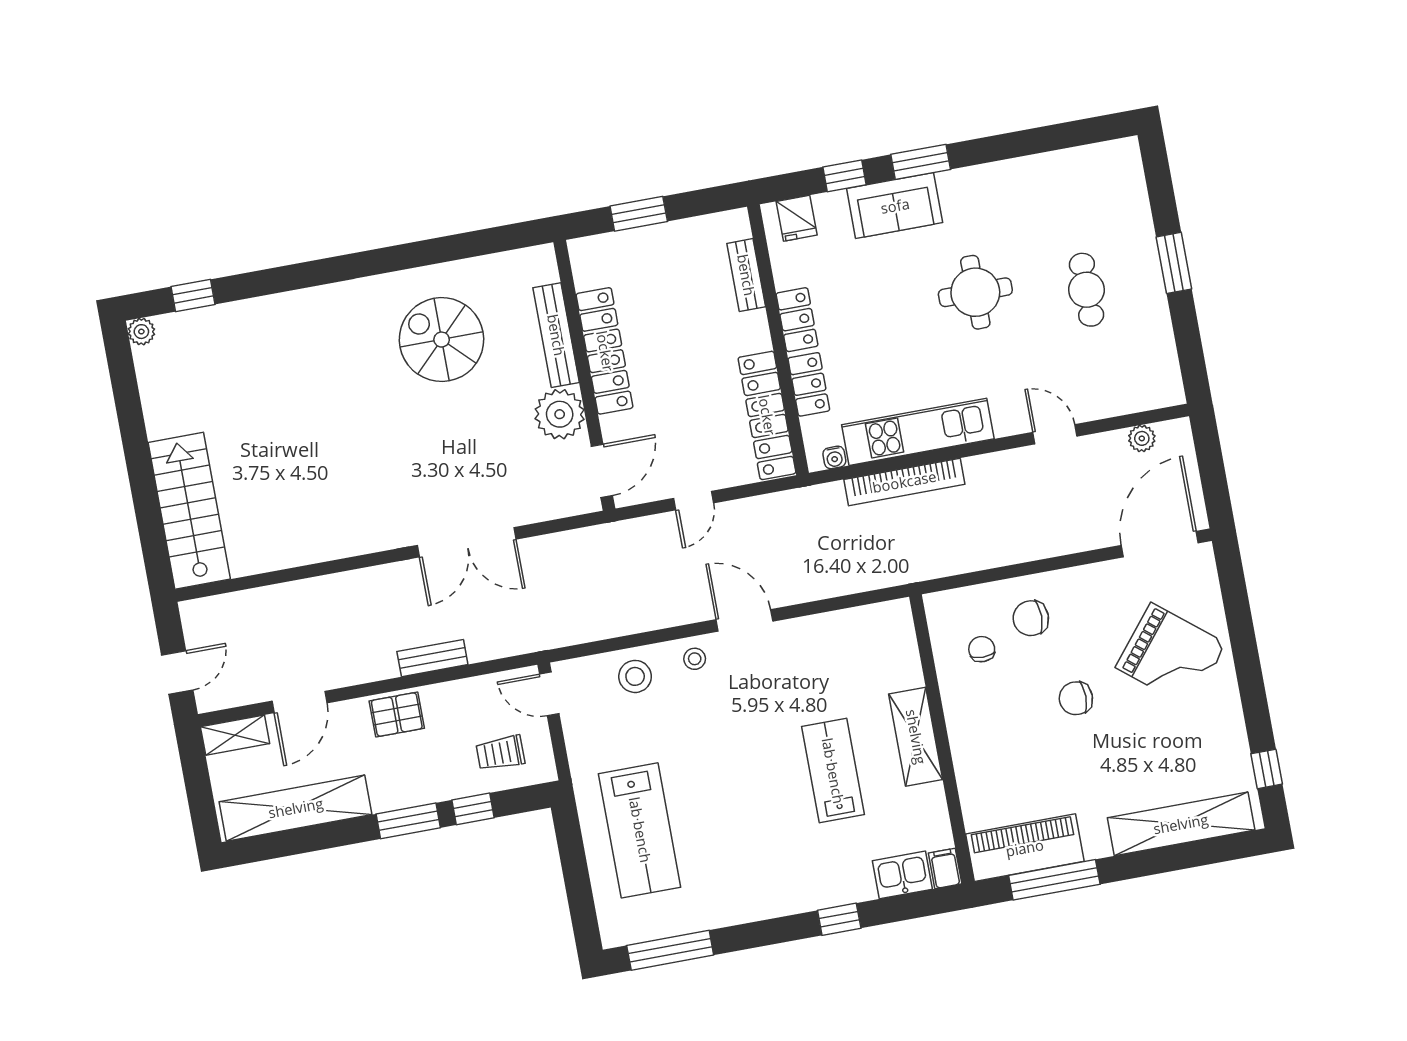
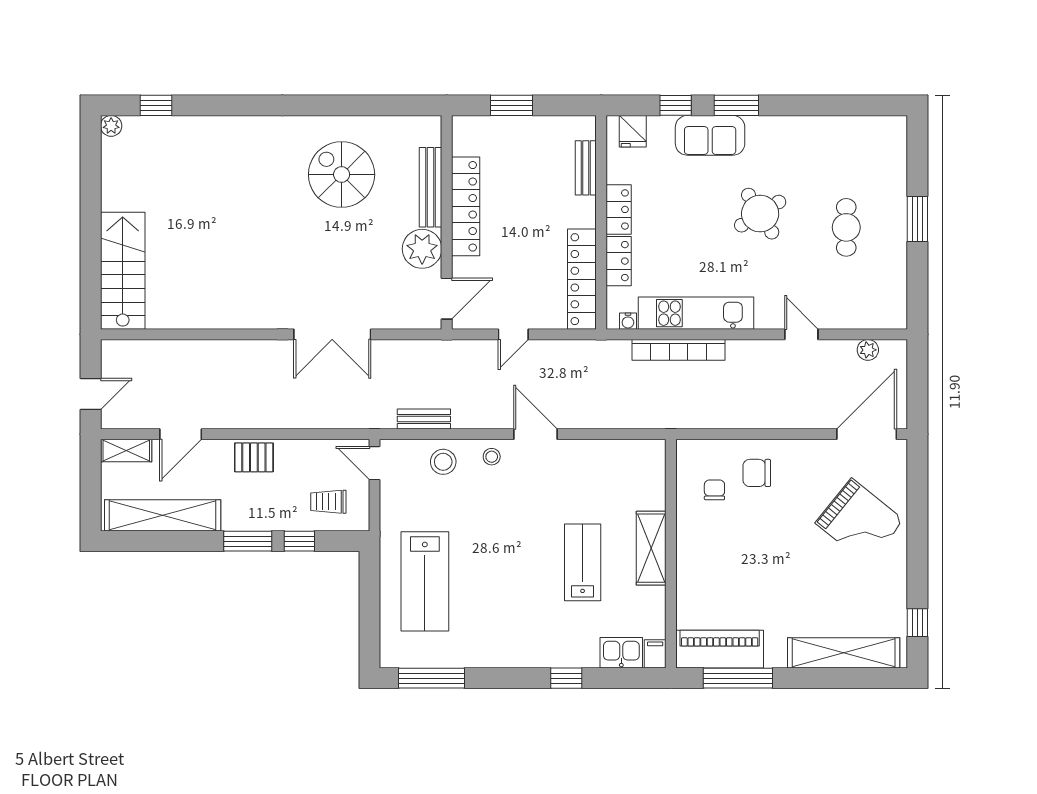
round table: (975, 292) -> (760, 214), turned -32
bench: (432, 658) -> (424, 419), moved
chair: (1076, 698) -> (780, 541), removed

